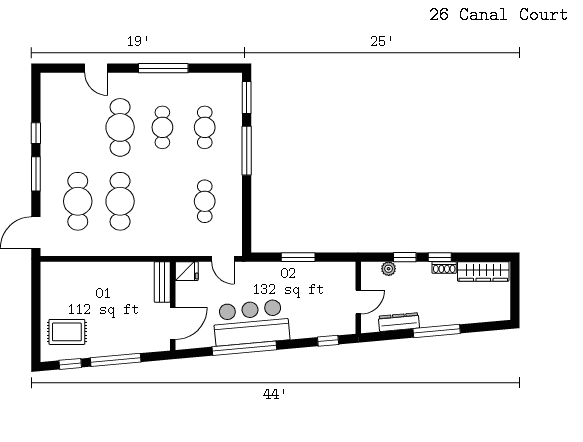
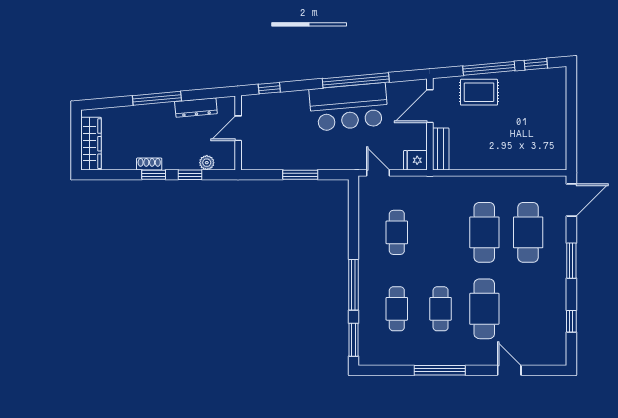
window: (36, 133) -> (571, 321), moved
wardrobe: (483, 271) -> (91, 144), moved, turned 90
rug: (67, 332) -> (479, 92), moved

